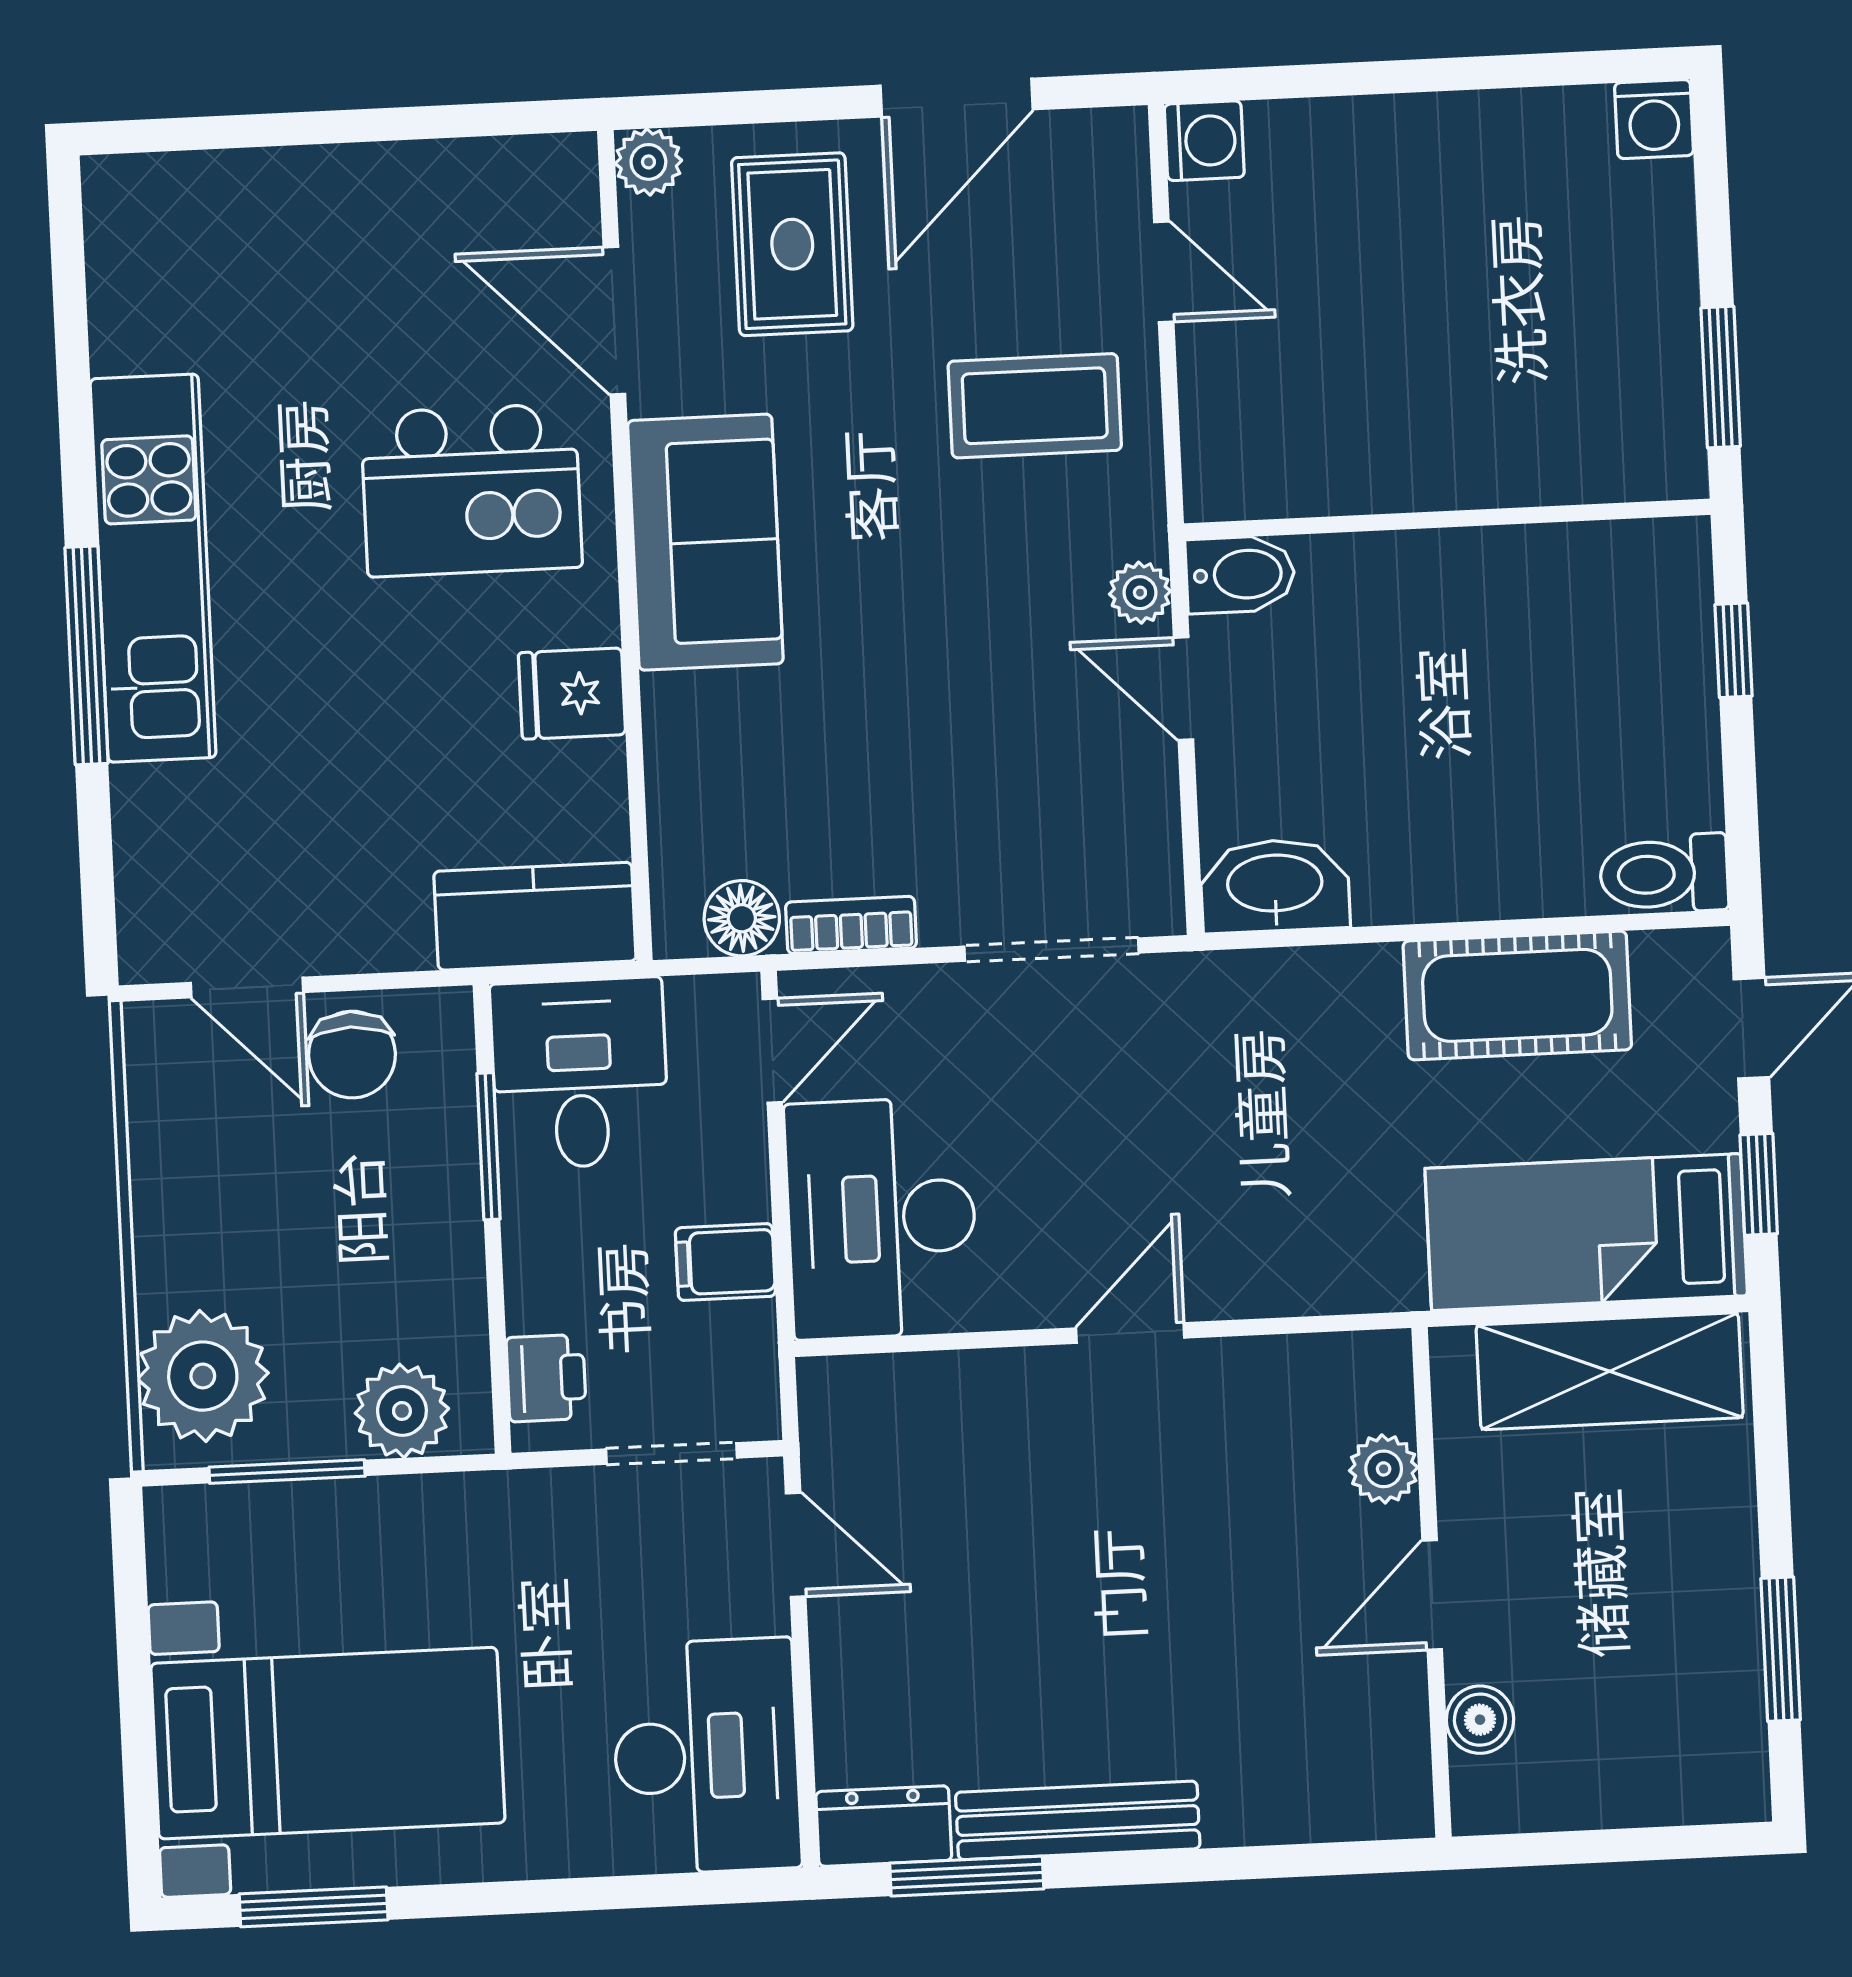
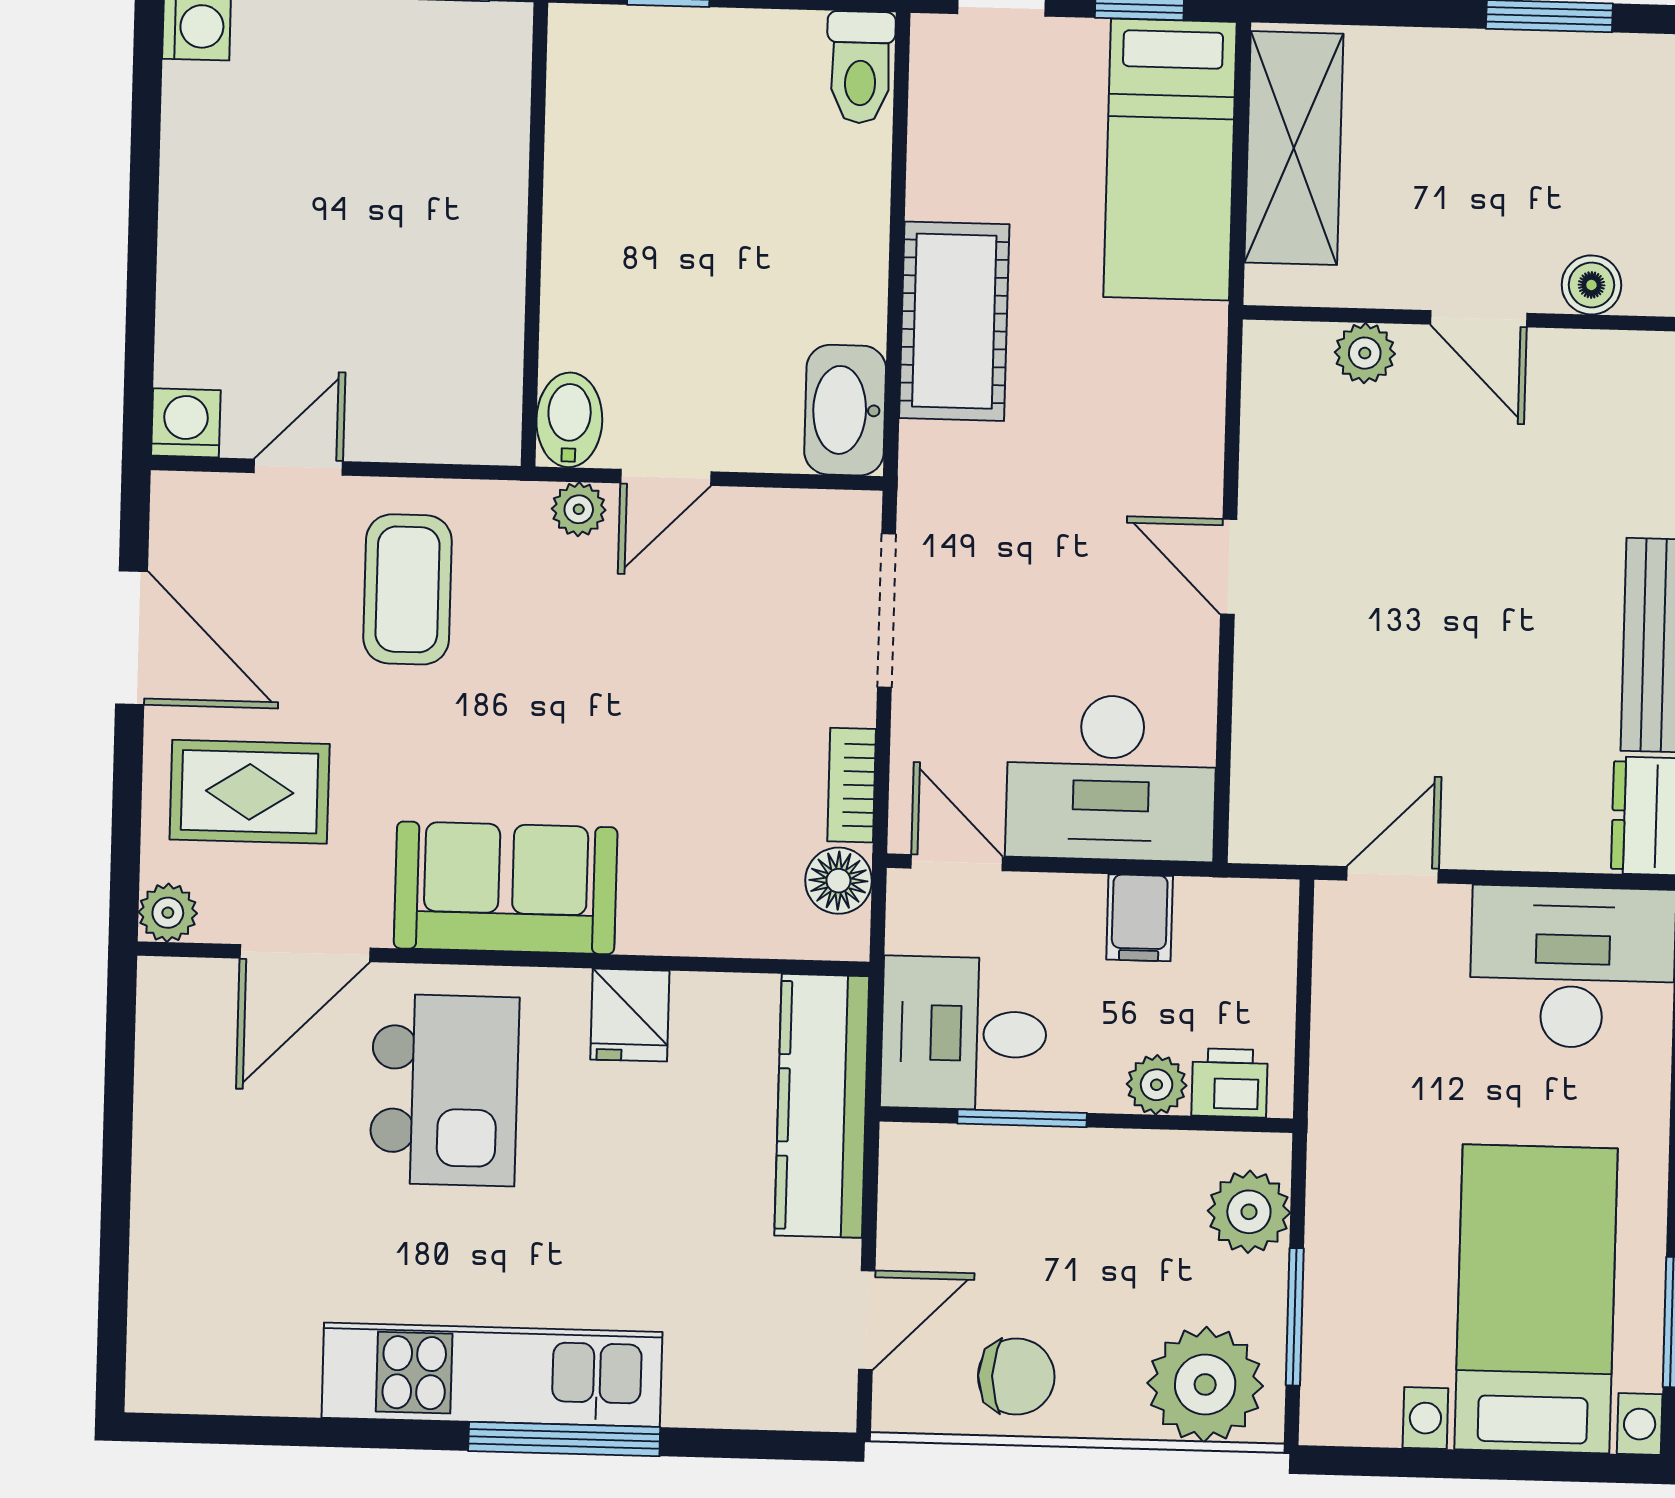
kitchen counter: (535, 916) -> (822, 1106), width x1.50
cot: (1517, 995) -> (954, 321), moved
chair: (352, 1055) -> (1016, 1376), moved
plant: (538, 1296) -> (1157, 1085), added
doorway: (672, 1453) -> (1304, 978), removed

